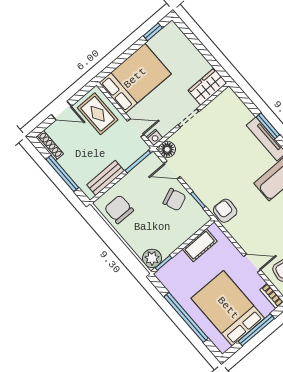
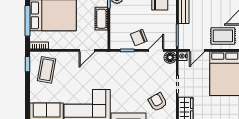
armchair: (225, 211) -> (158, 102), moved, turned -123
cot: (200, 245) -> (101, 19), moved
door: (252, 263) -> (87, 50), moved

